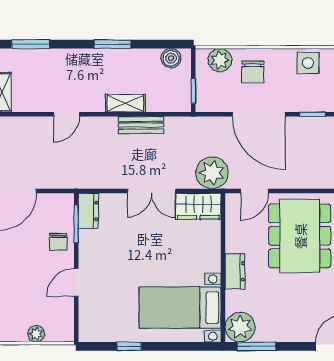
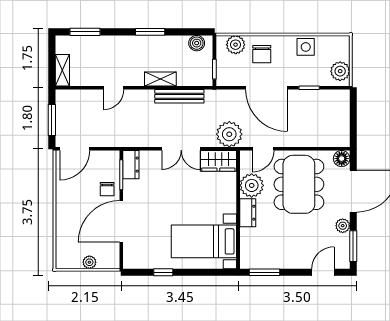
bench: (141, 125) -> (179, 96), width x1.36
door: (76, 282) -> (121, 221), width x1.88
plant: (240, 327) -> (252, 185), moved

